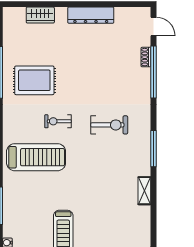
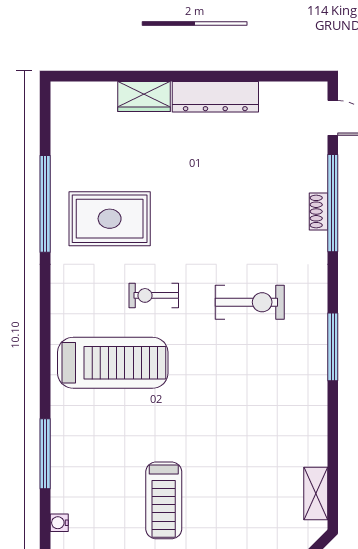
wardrobe: (40, 15) -> (144, 97), moved
shoe rack: (146, 57) -> (318, 212), moved
shelving: (144, 191) -> (316, 493), moved

